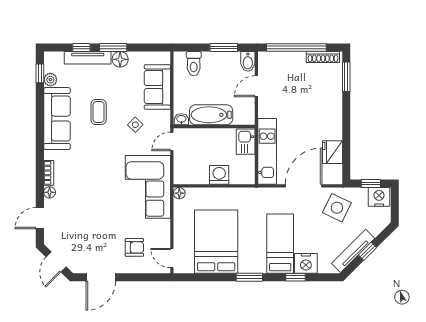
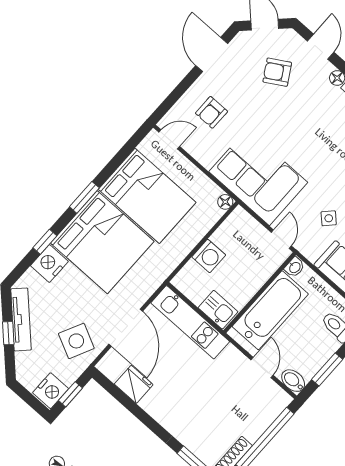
bathtub: (211, 115) -> (270, 310), width x1.36, depth x1.36
armchair: (77, 230) -> (277, 72), added
bed: (280, 244) -> (102, 242), width x2.04

